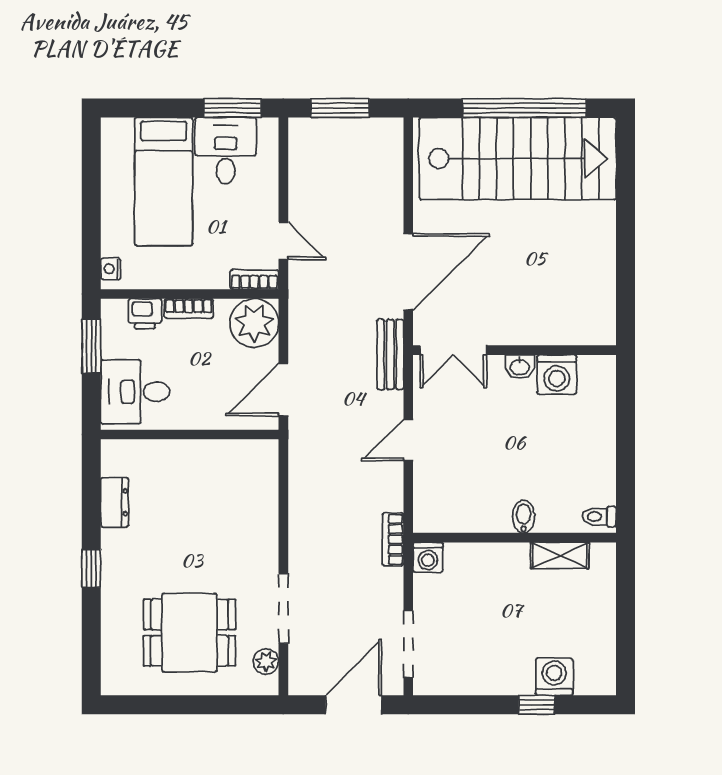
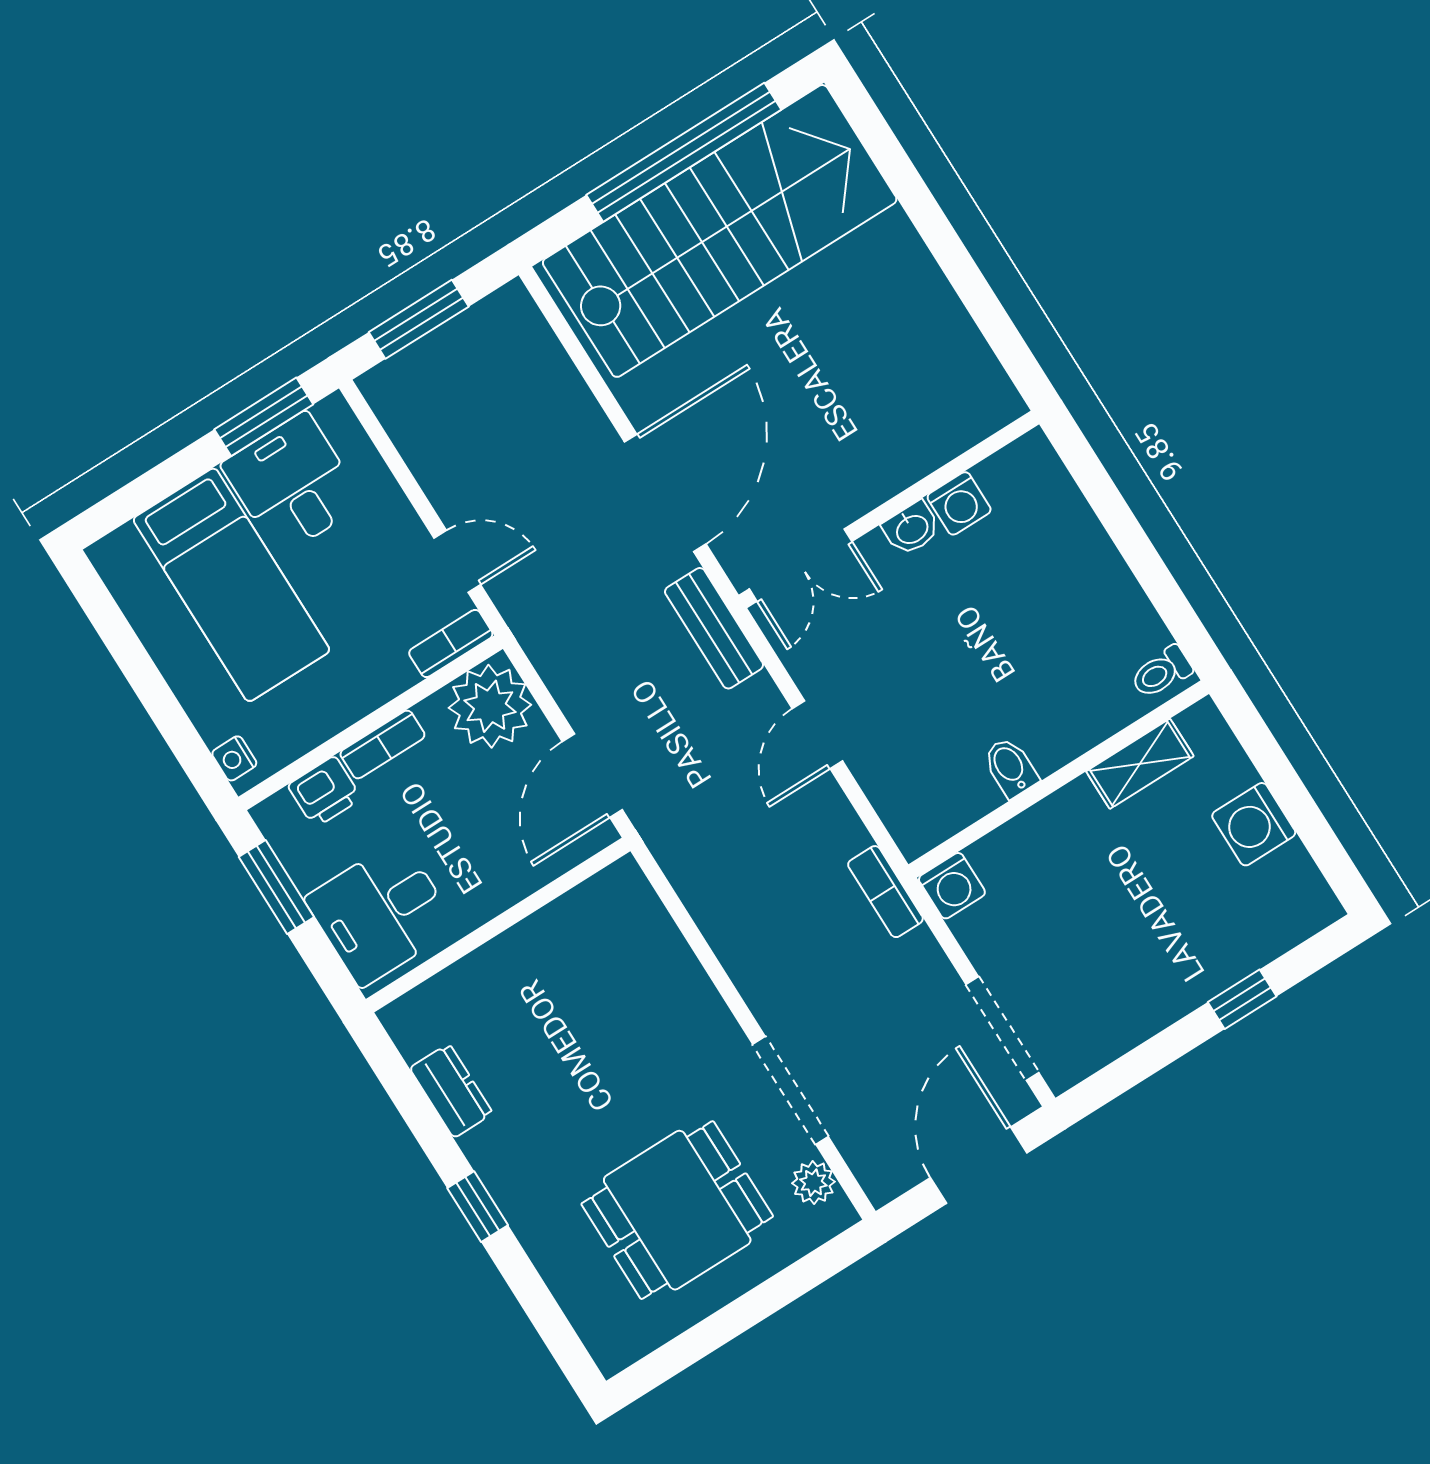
washing machine: (557, 375) -> (959, 503), width x0.73, depth x0.73
bidet: (524, 517) -> (1010, 767), moved
washing machine: (554, 677) -> (1254, 824), moved, turned -90

